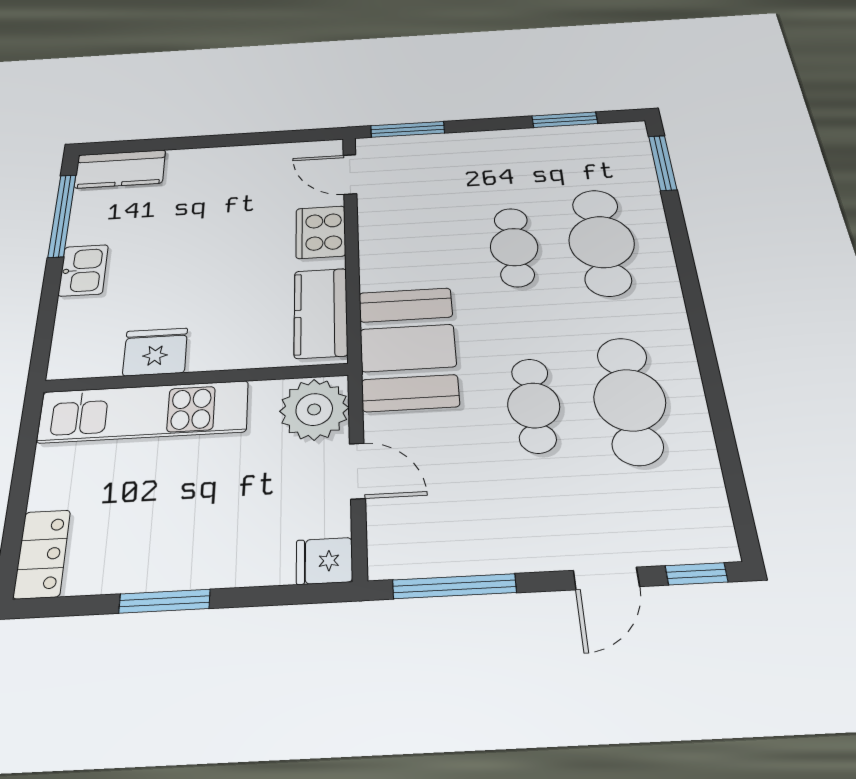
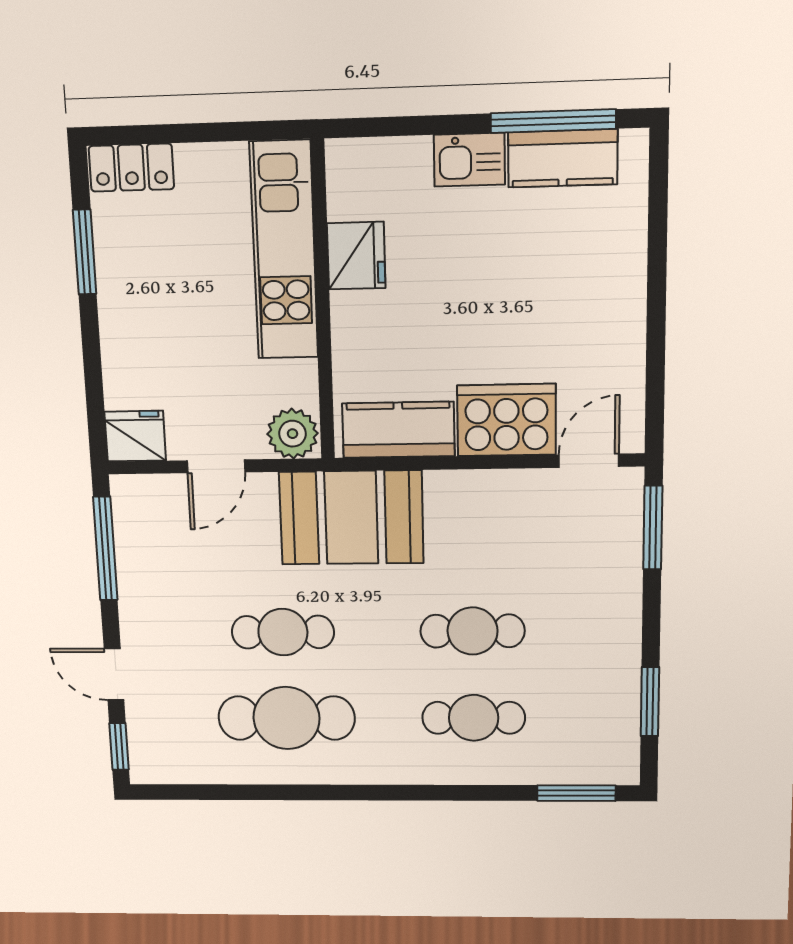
kitchen counter: (120, 169) -> (563, 158), moved, turned -90
cooker: (321, 232) -> (506, 420), width x1.37, depth x1.31
cafe table: (602, 242) -> (474, 718), width x0.73, depth x0.74
plant: (314, 409) -> (293, 434), width x0.73, depth x0.73
fridge: (324, 561) -> (135, 436), width x1.38
window: (164, 601) -> (85, 252), moved

